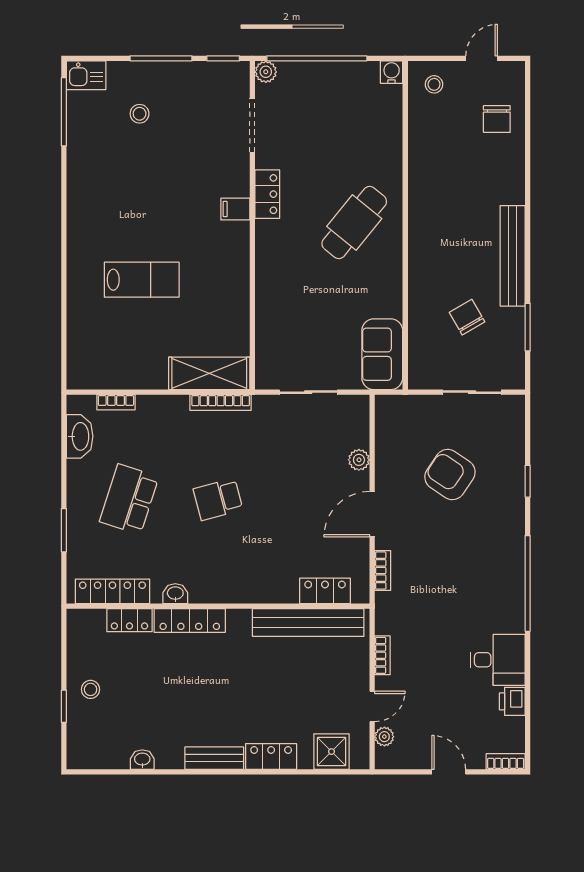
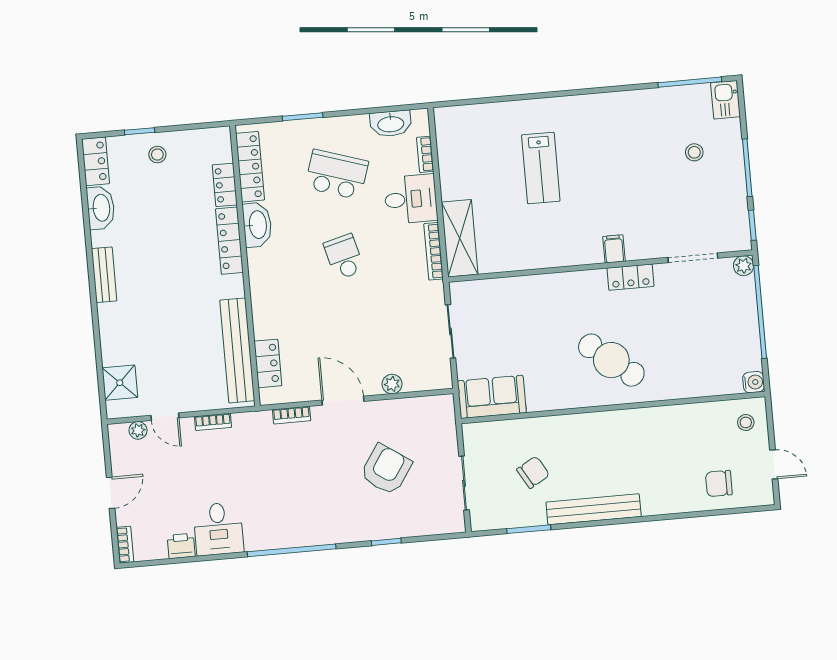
desk: (162, 422) -> (411, 199), added
washbasin: (175, 594) -> (257, 225), width x1.91, depth x1.45
locker: (271, 756) -> (95, 161), moved
washbasin: (142, 760) -> (101, 208), width x1.91, depth x1.45

